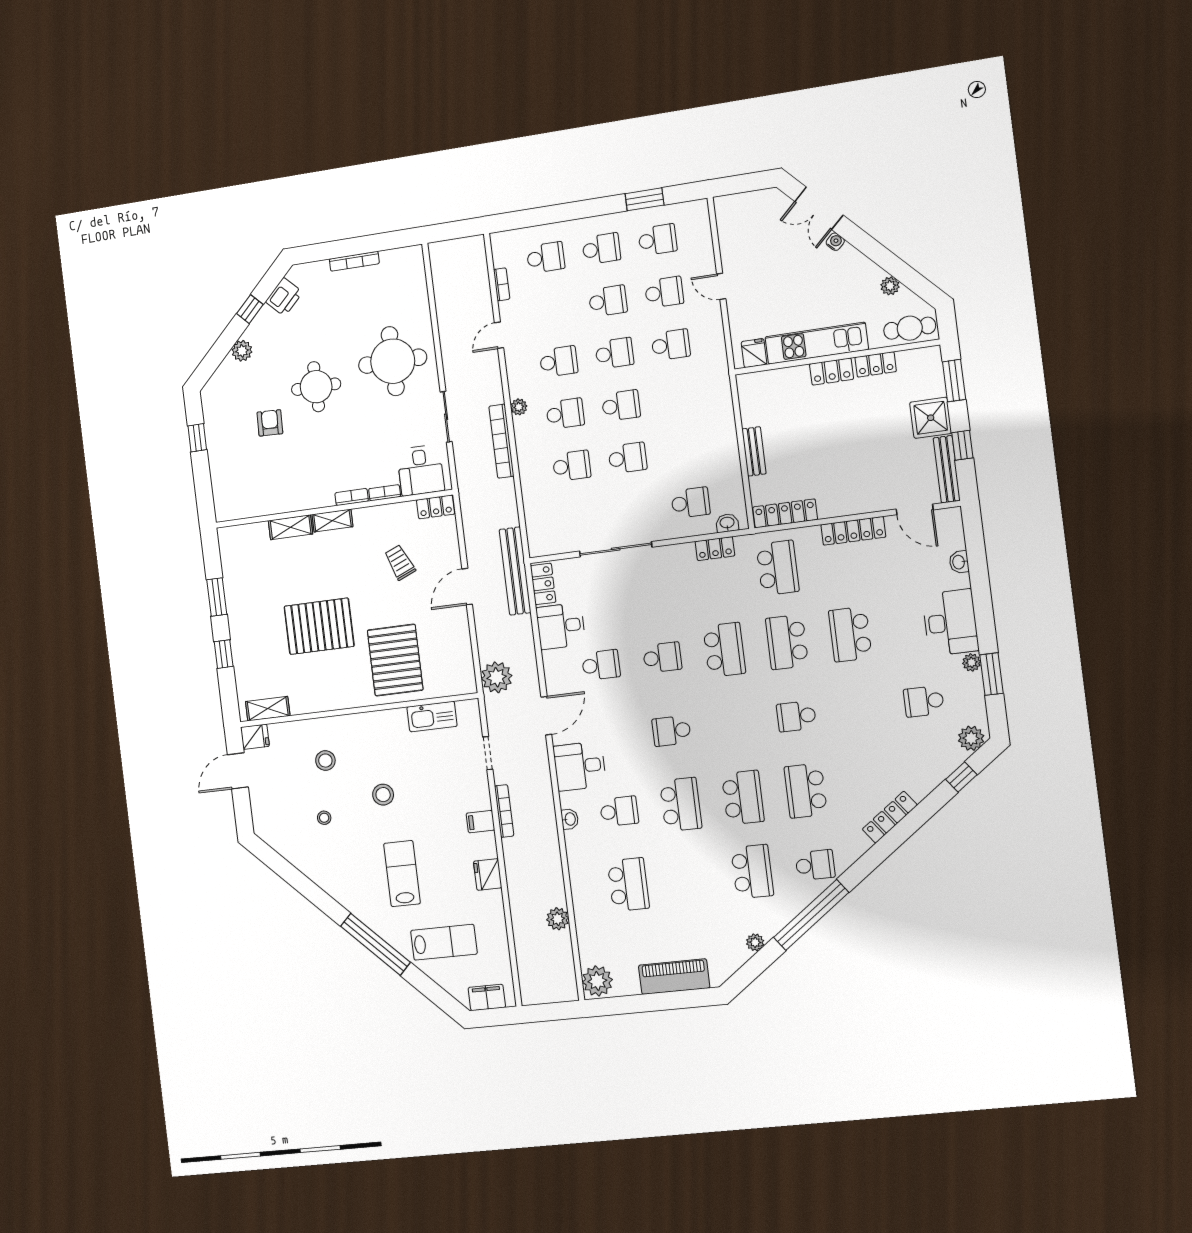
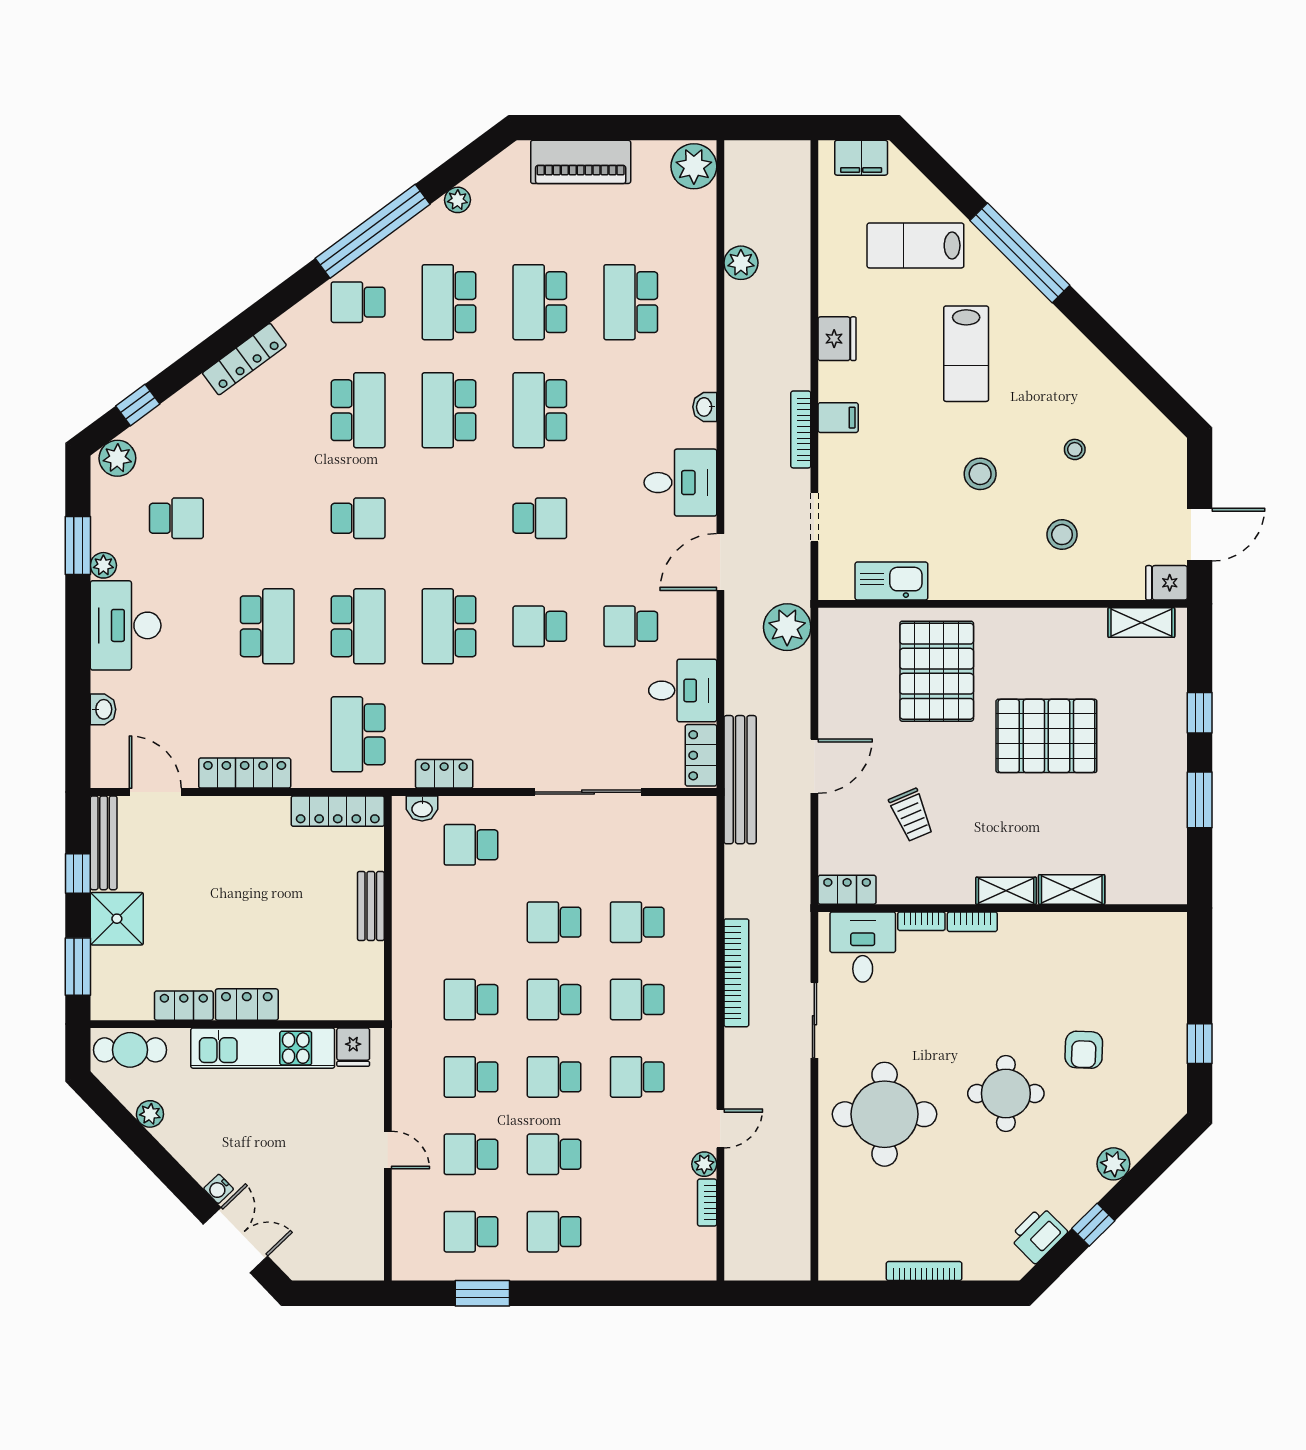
school desk: (546, 257) -> (471, 1000), moved
plant: (519, 407) -> (704, 1164), moved
school desk: (619, 811) -> (540, 302), moved, width x1.85

